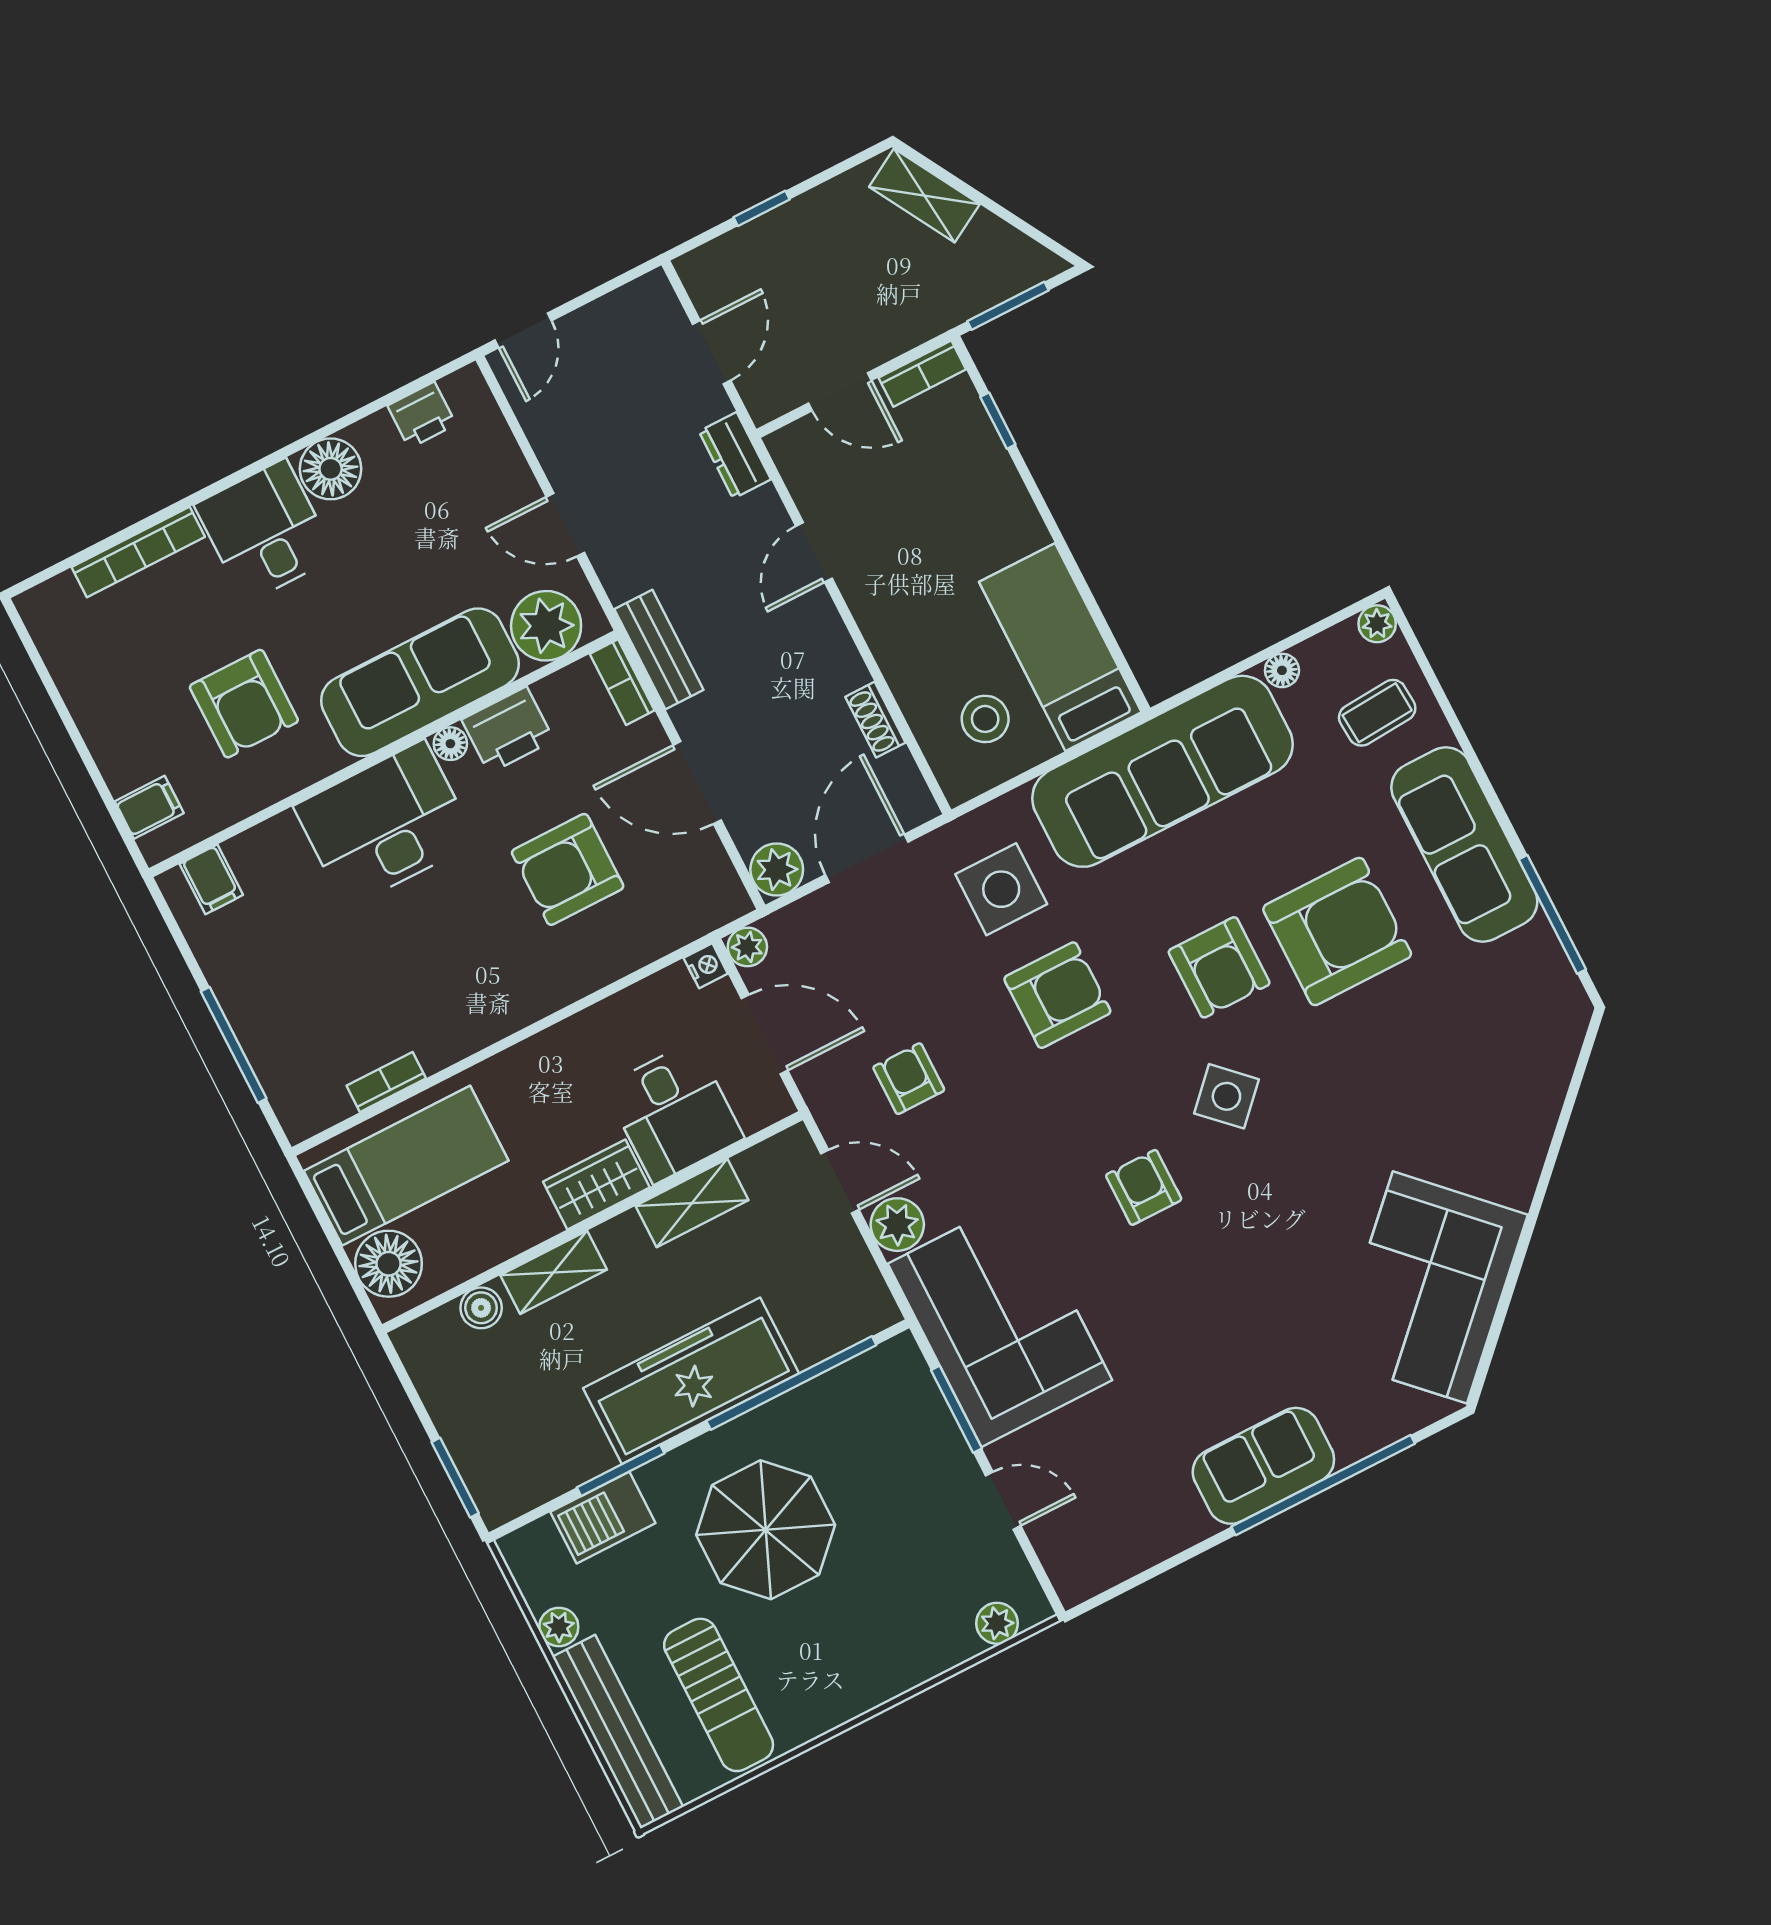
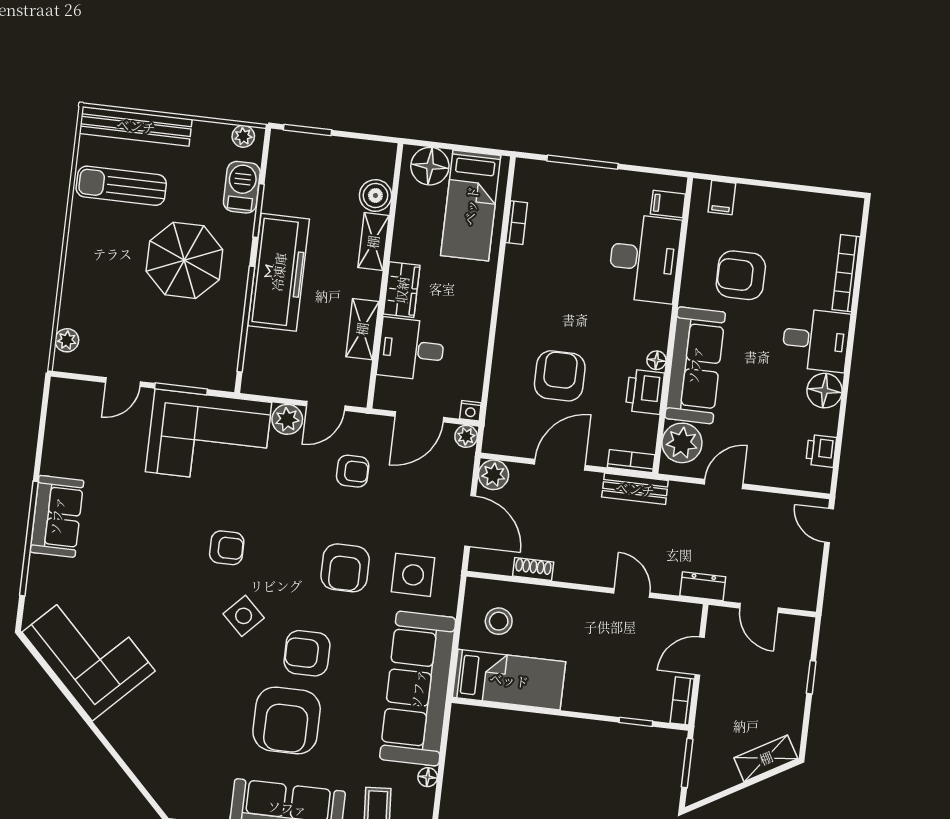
desk: (385, 824) -> (644, 258), moved
boiler: (481, 1308) -> (375, 195), width x1.36, depth x1.36
plant: (559, 1627) -> (243, 136), moved

